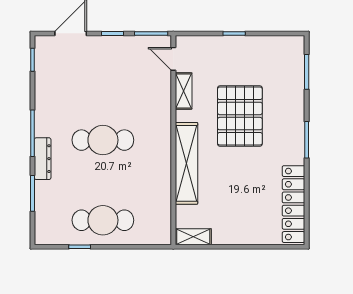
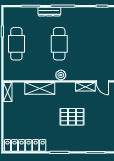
door: (173, 59) -> (102, 81), swing flipped
pallet: (240, 116) -> (72, 117), width x0.73, depth x0.71
plant: (161, 137) -> (61, 75), added
shelving: (186, 163) -> (40, 88), width x0.68

